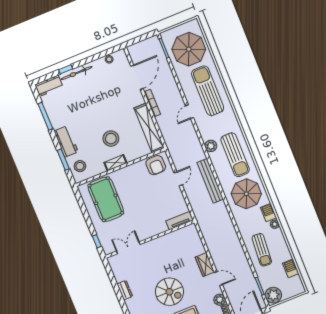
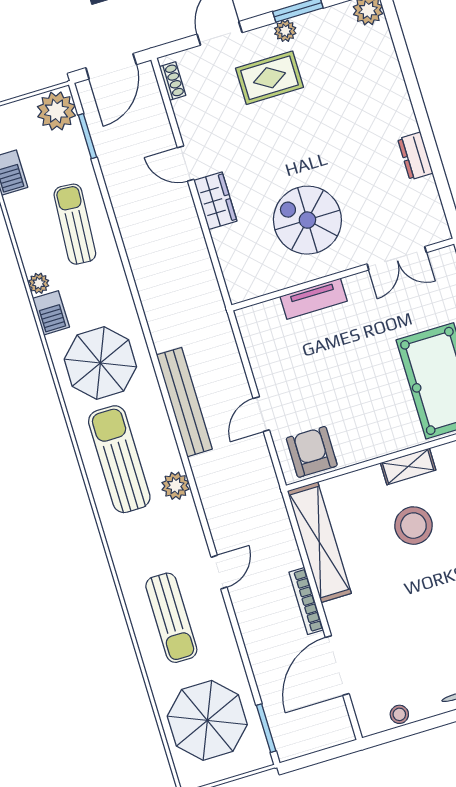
sun lounger: (208, 91) -> (171, 618), width x0.73, depth x0.75
tv unit: (180, 221) -> (314, 299), moved
spiral stairs: (169, 292) -> (307, 220), moved
plant: (220, 300) -> (187, 112), removed

